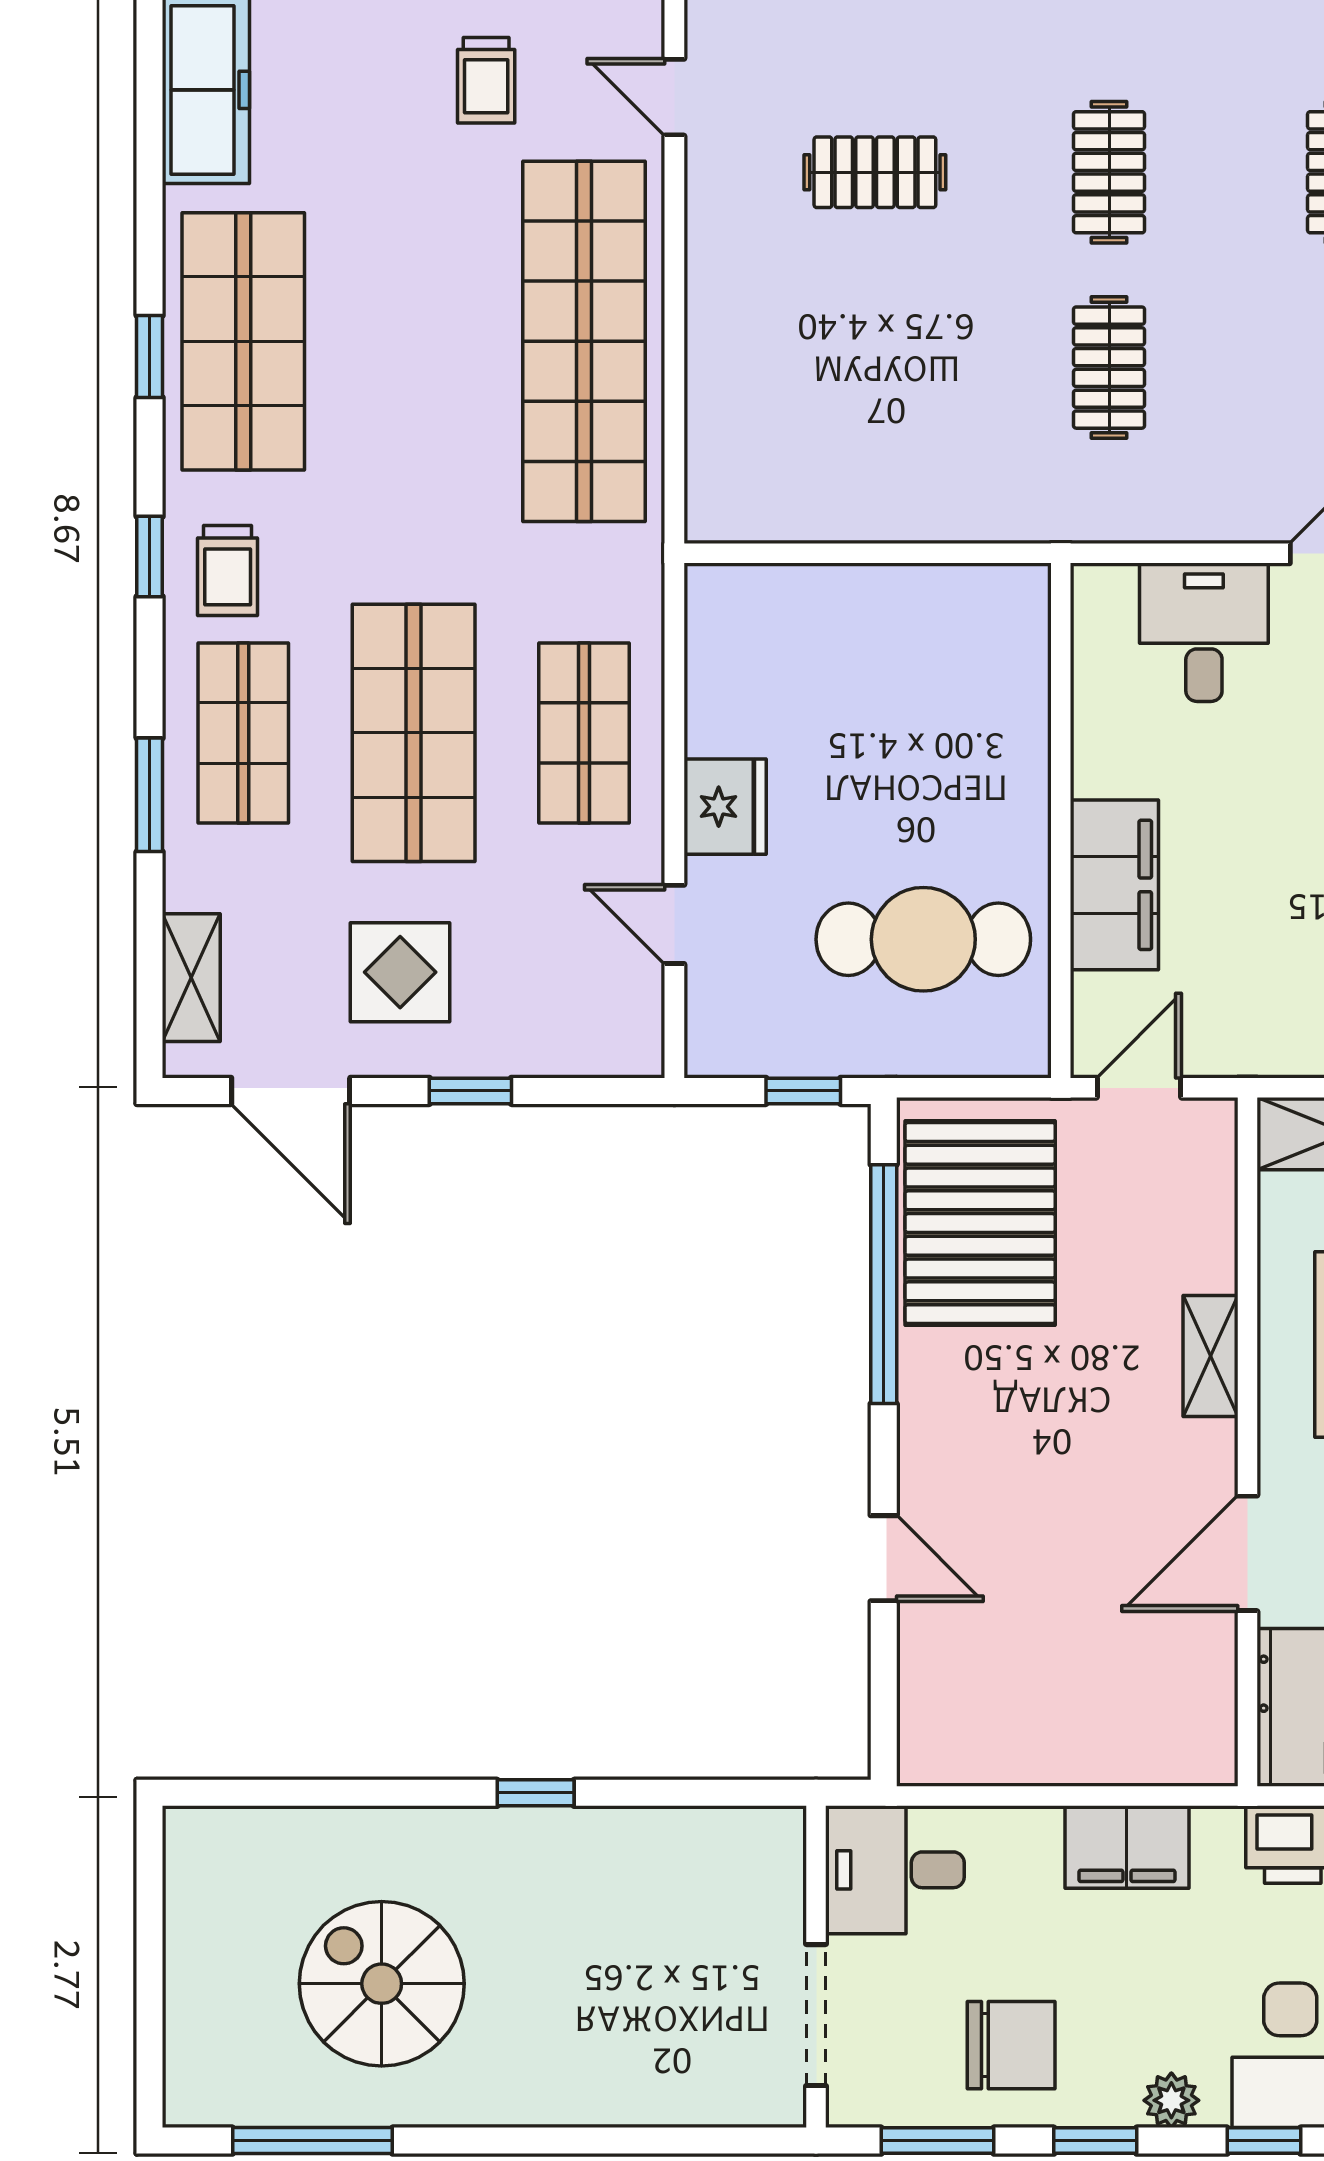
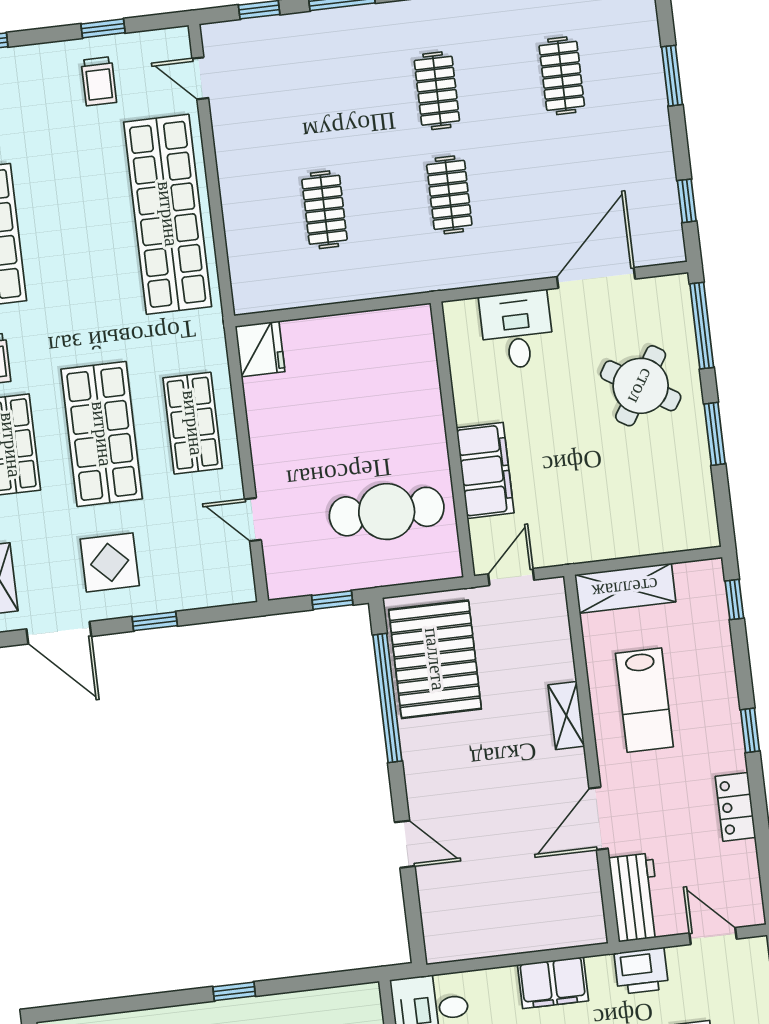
clothes rail: (875, 172) -> (324, 210), moved, turned 90
fridge: (725, 807) -> (260, 349), moved

